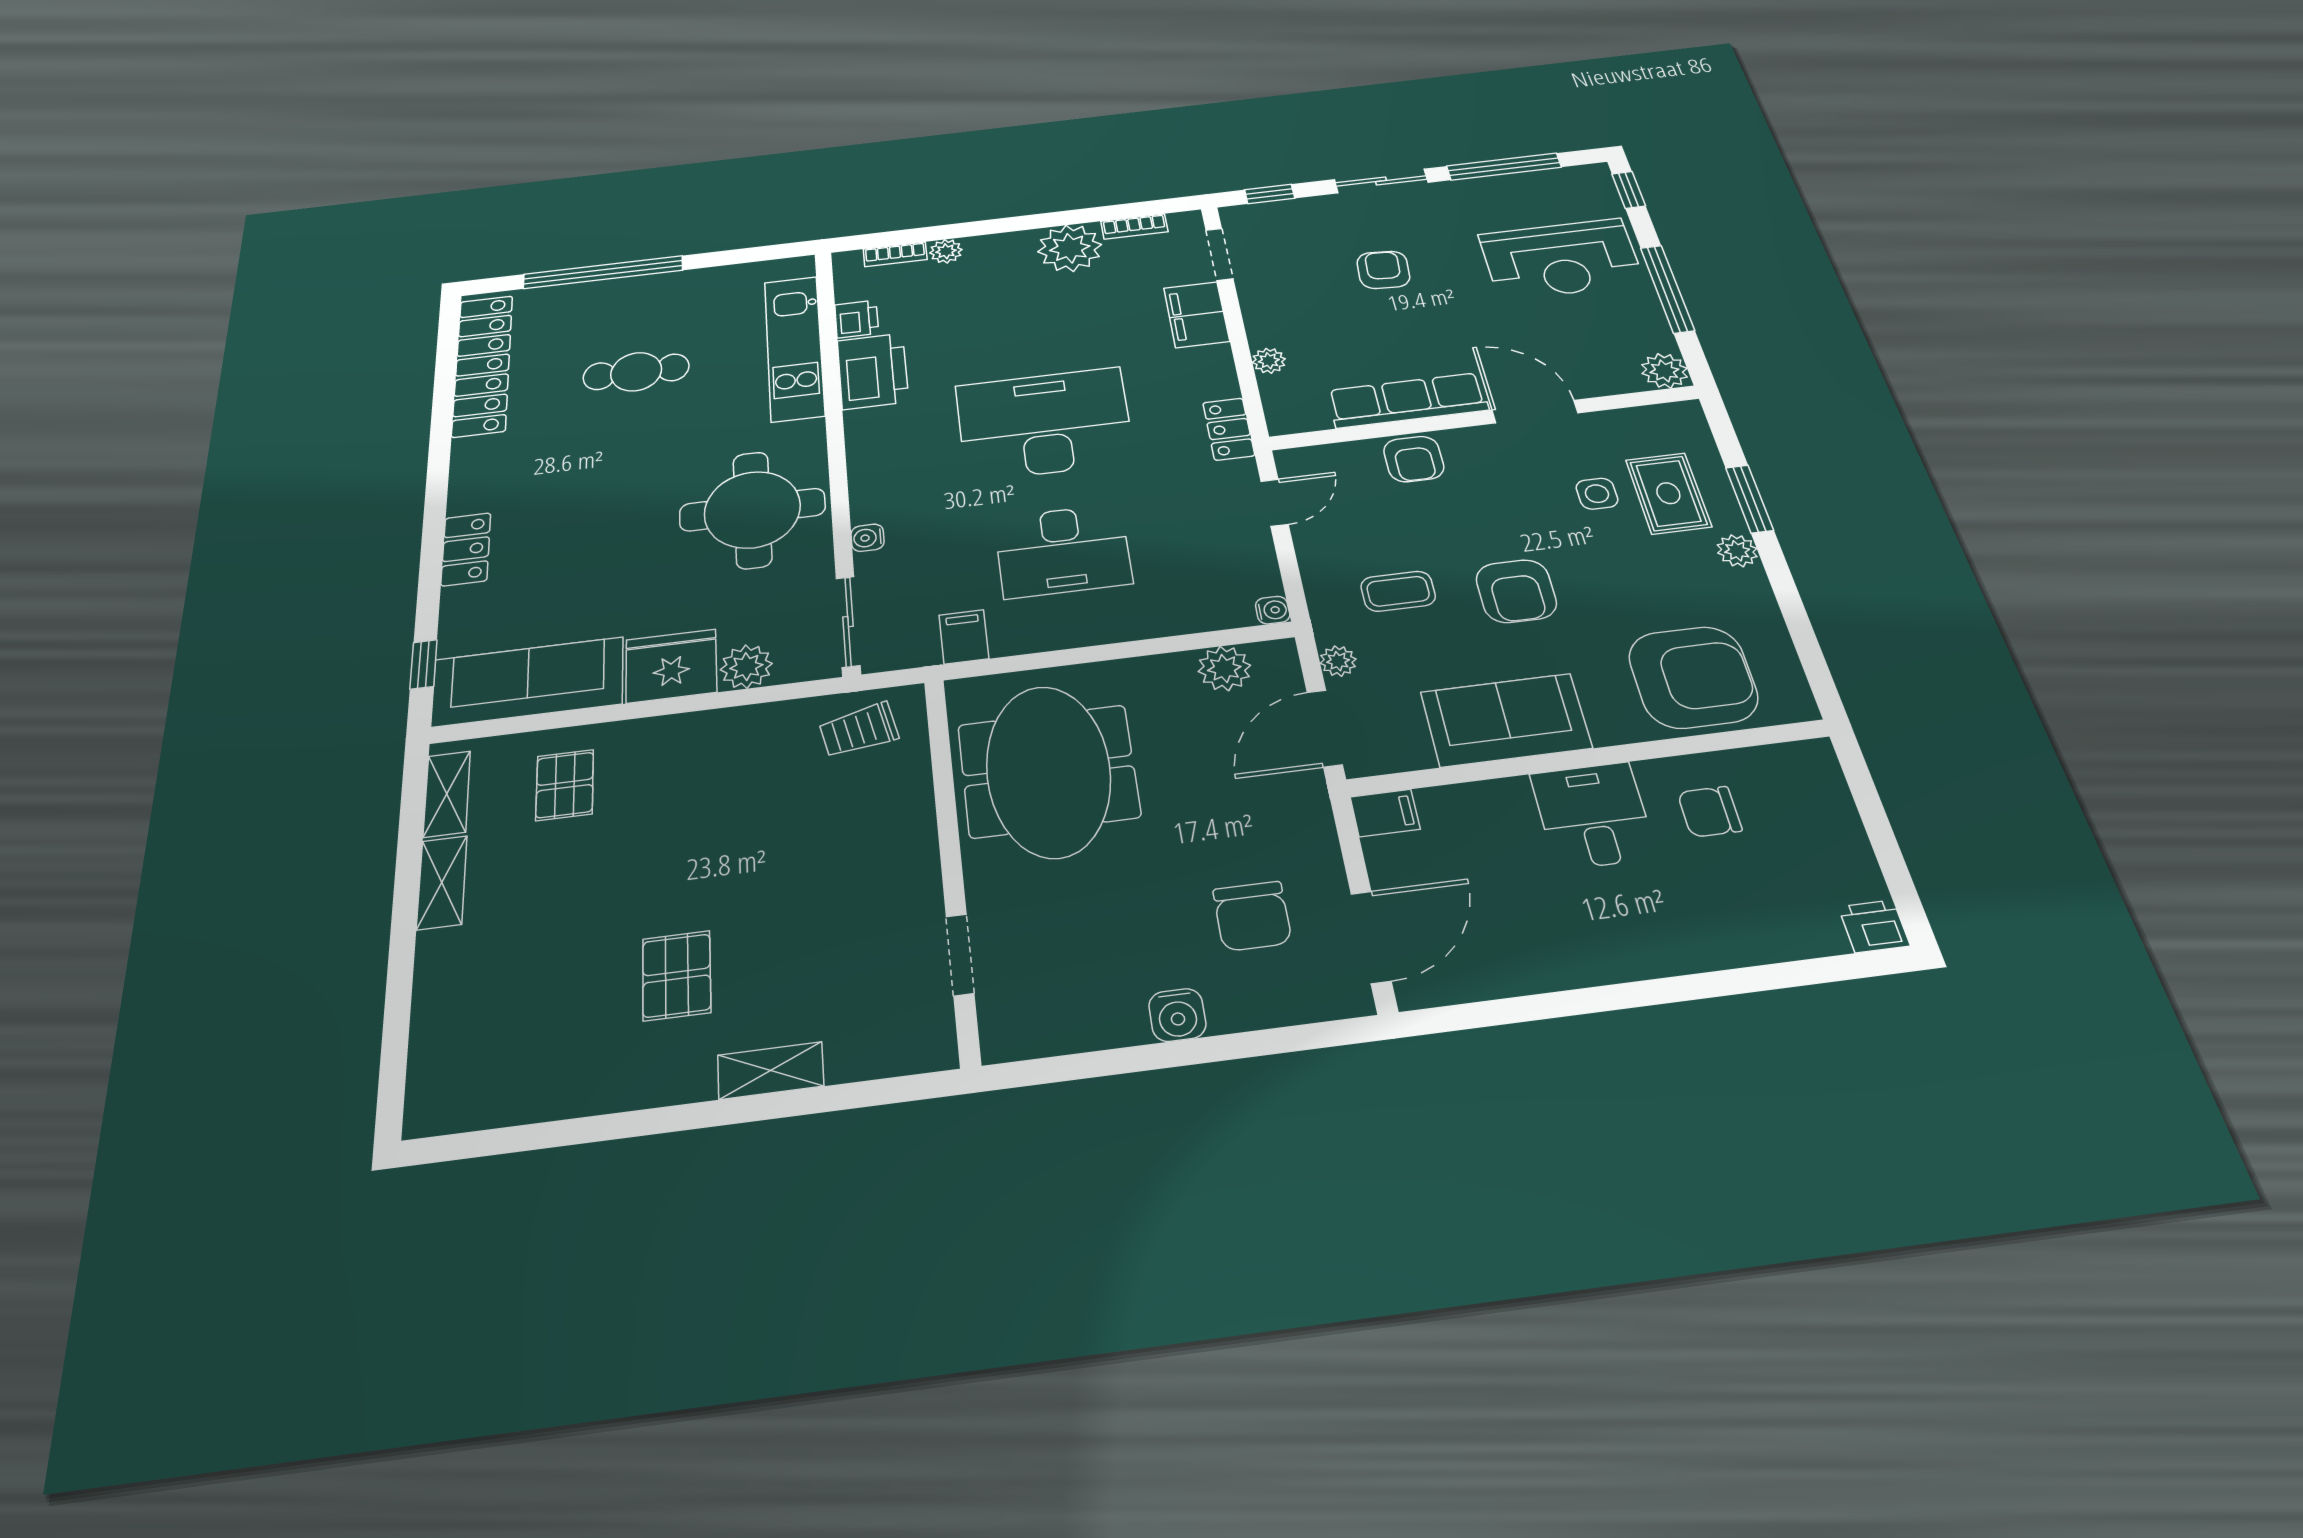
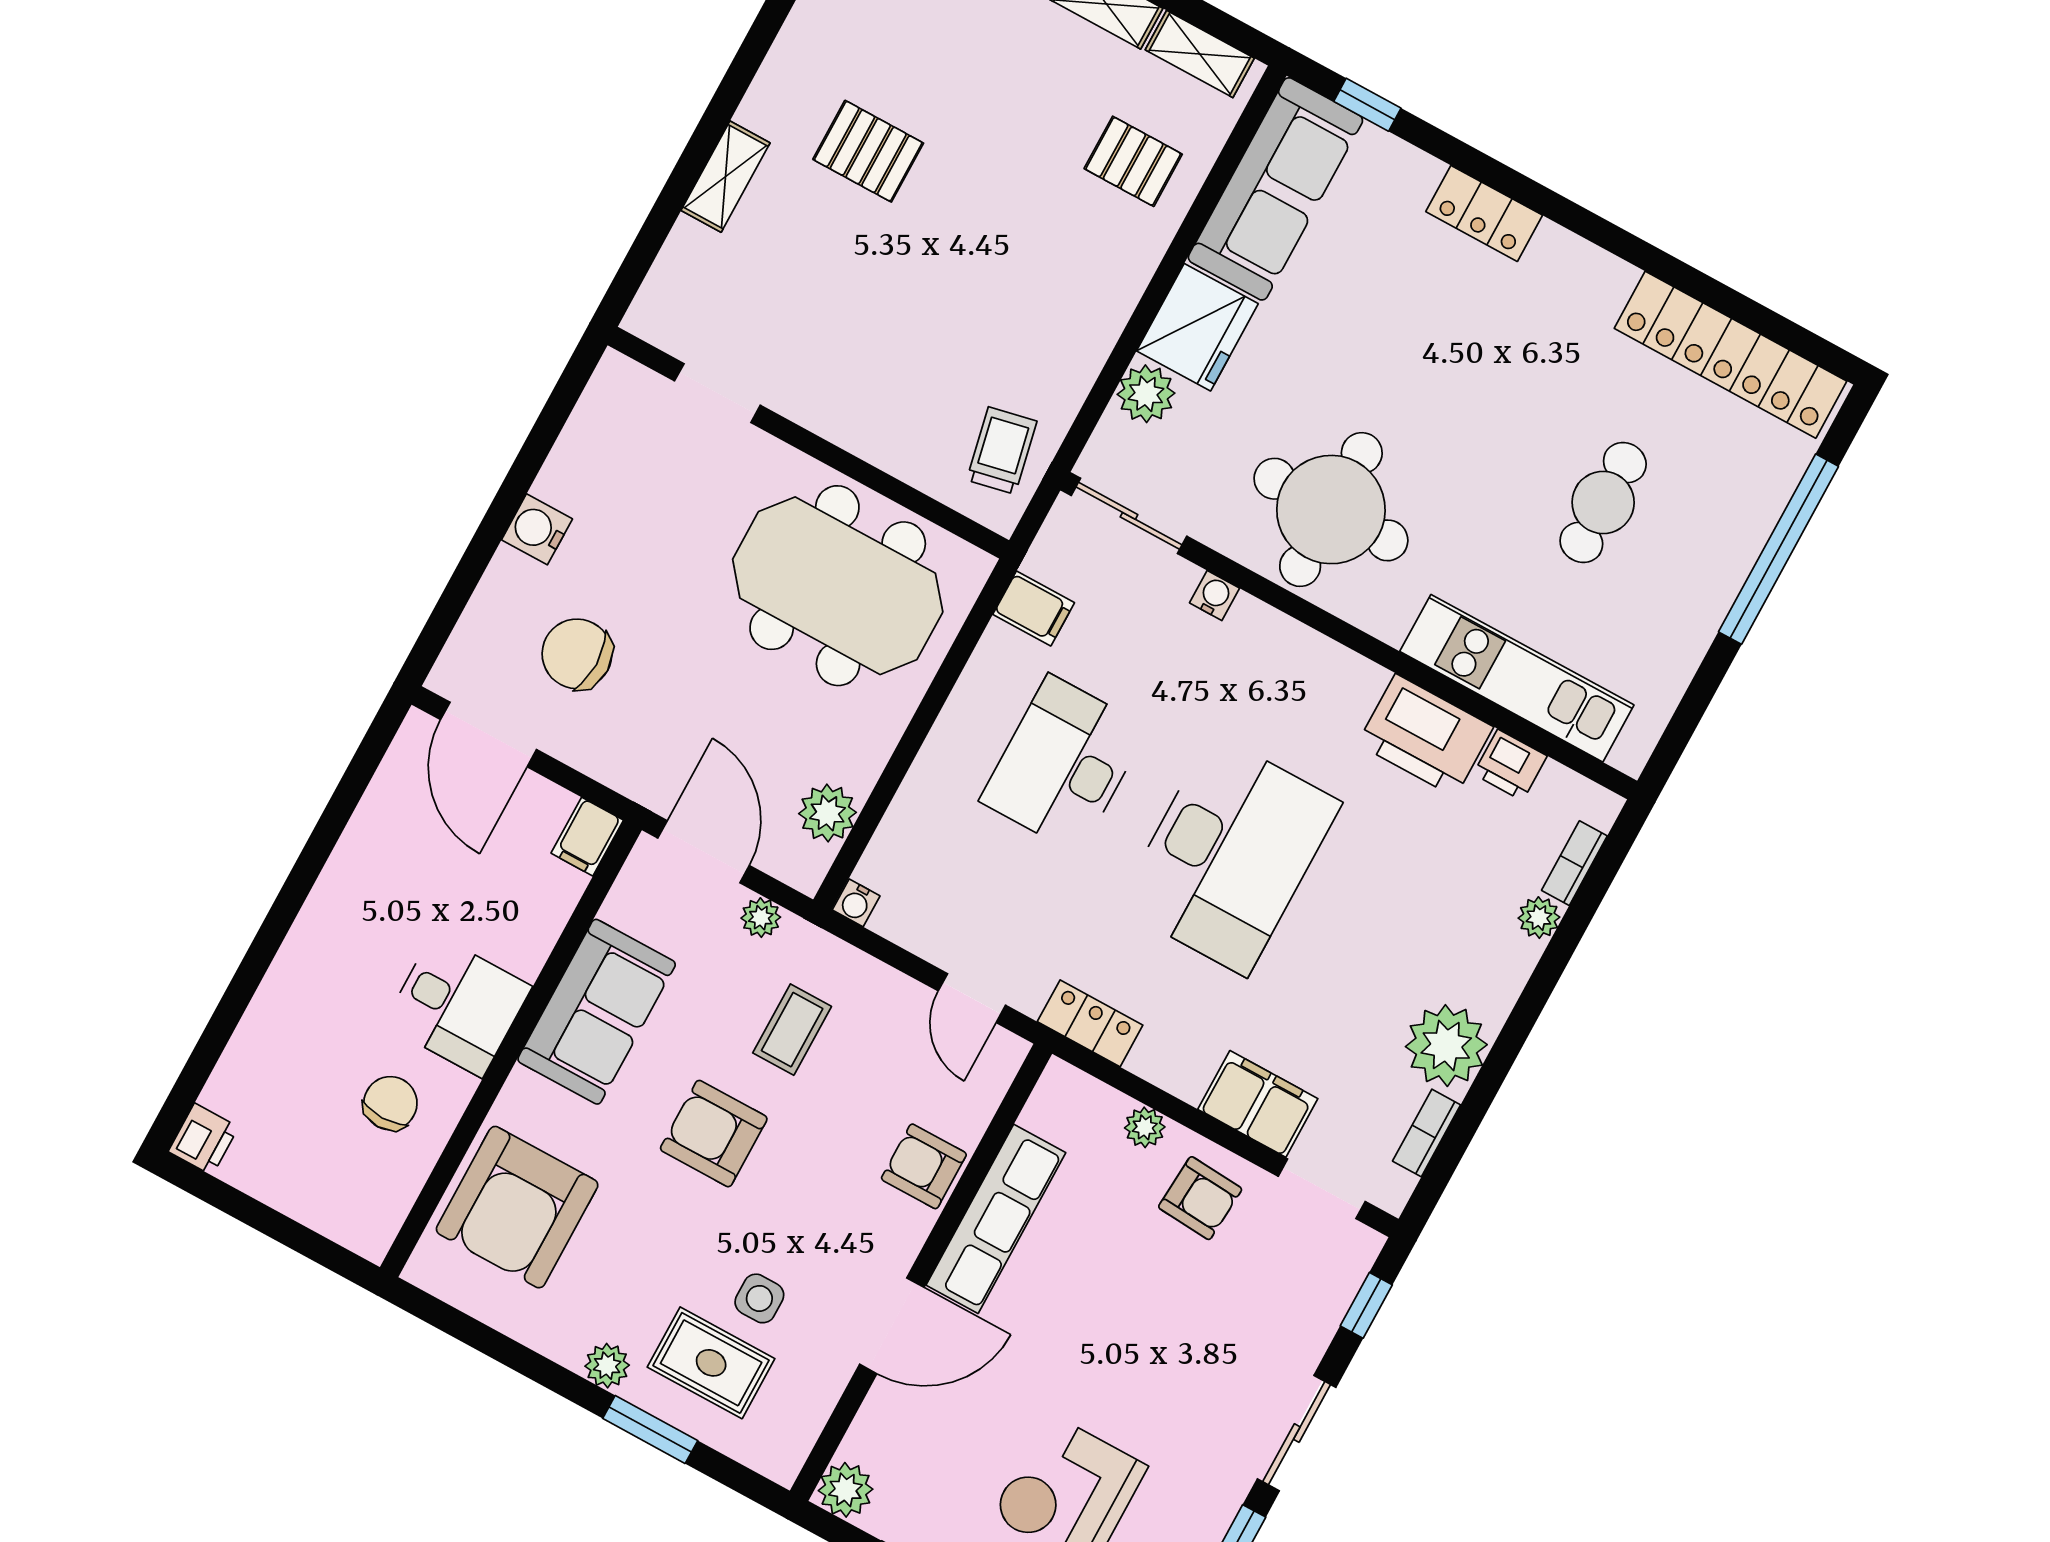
armchair: (1383, 270) -> (1200, 1198), moved

